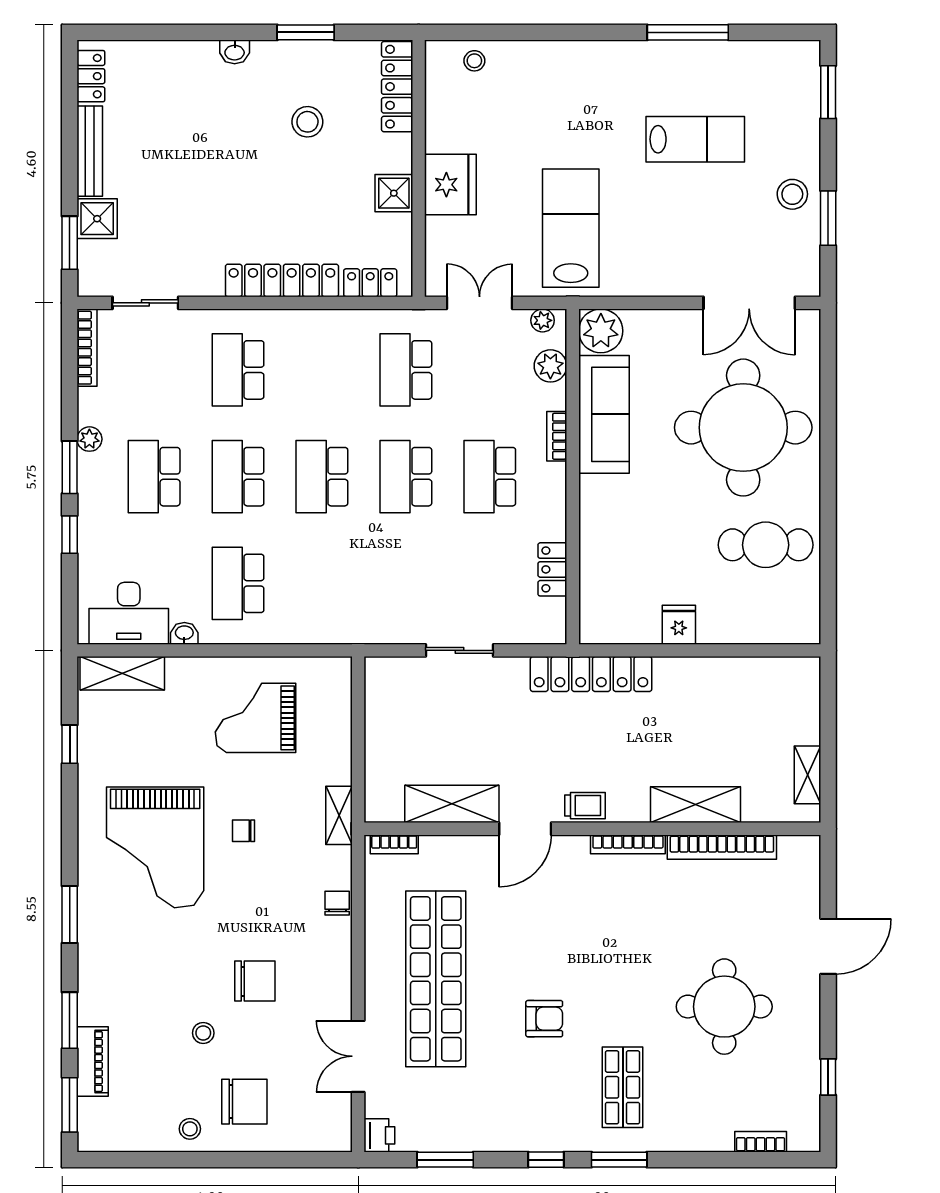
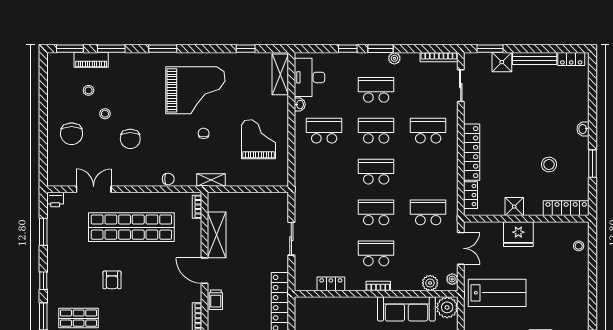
bookcase: (557, 436) -> (378, 286), moved
grand piano: (155, 847) -> (195, 90), turned 180
stool: (190, 1129) -> (88, 90), moved

